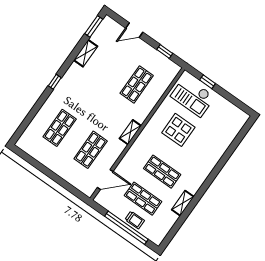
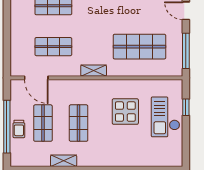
window: (165, 52) -> (186, 51), width x2.17
shop shelf: (137, 84) -> (139, 47), width x1.43, depth x1.36
checkout: (193, 97) -> (165, 117), moved

